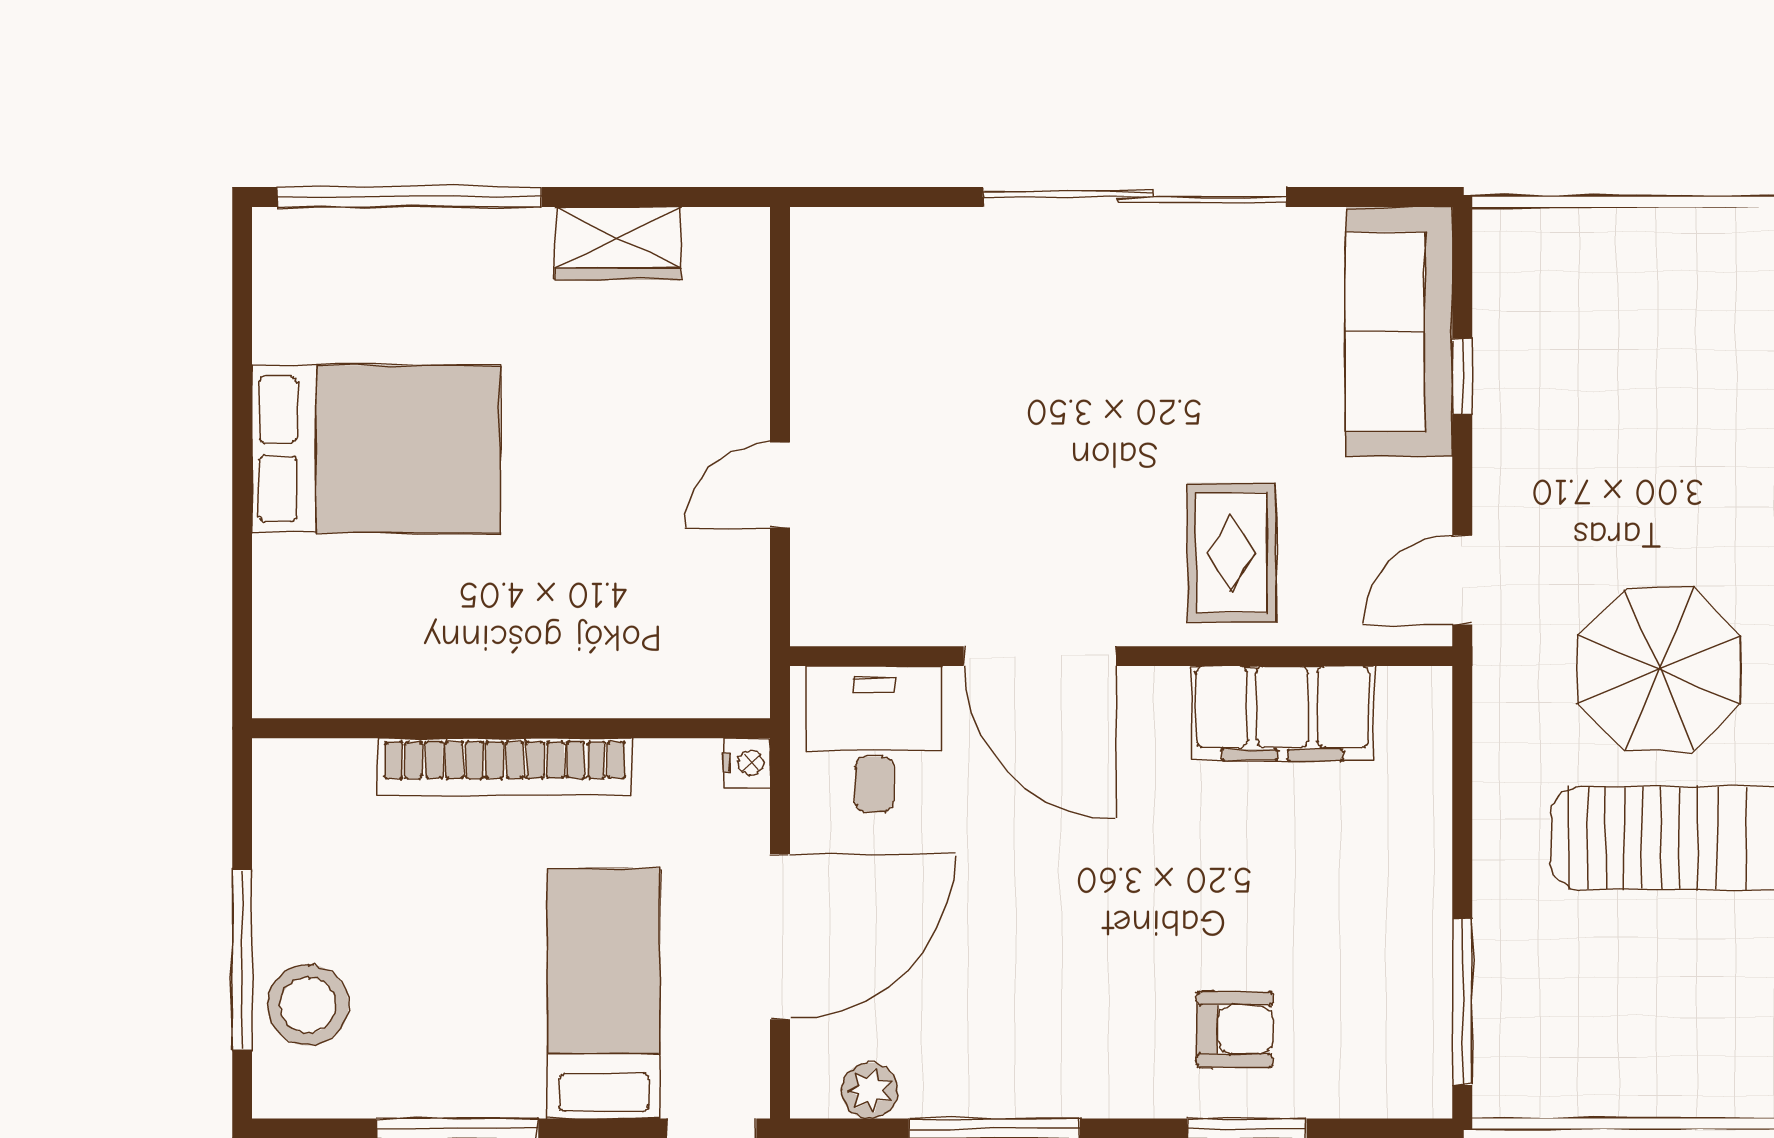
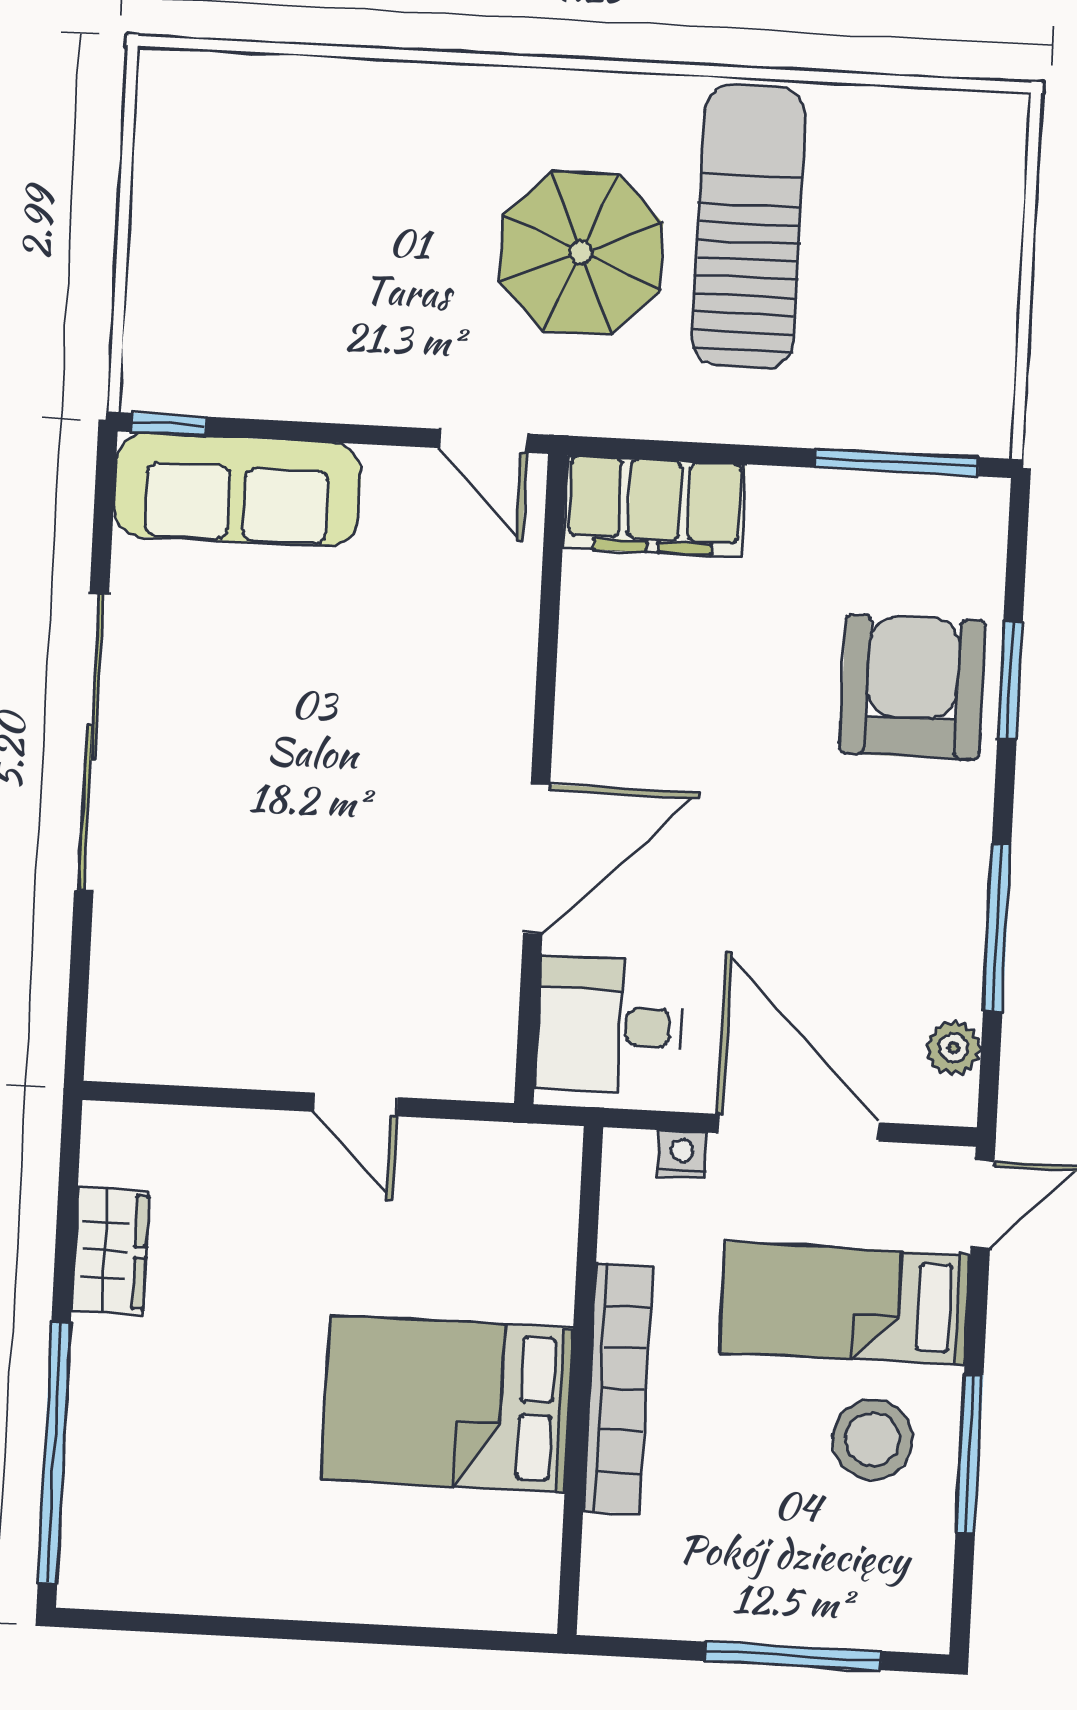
window: (1462, 377) -> (169, 424), moved
bed: (376, 449) -> (447, 1404), moved, turned -90
rug: (1232, 553) -> (445, 666), removed
filing cabinet: (1282, 713) -> (654, 506), moved, turned 90
nightstand: (747, 763) -> (682, 1154), moved
stool: (308, 1005) -> (873, 1439), moved
armchair: (1235, 1029) -> (912, 687), width x1.88, depth x1.88

